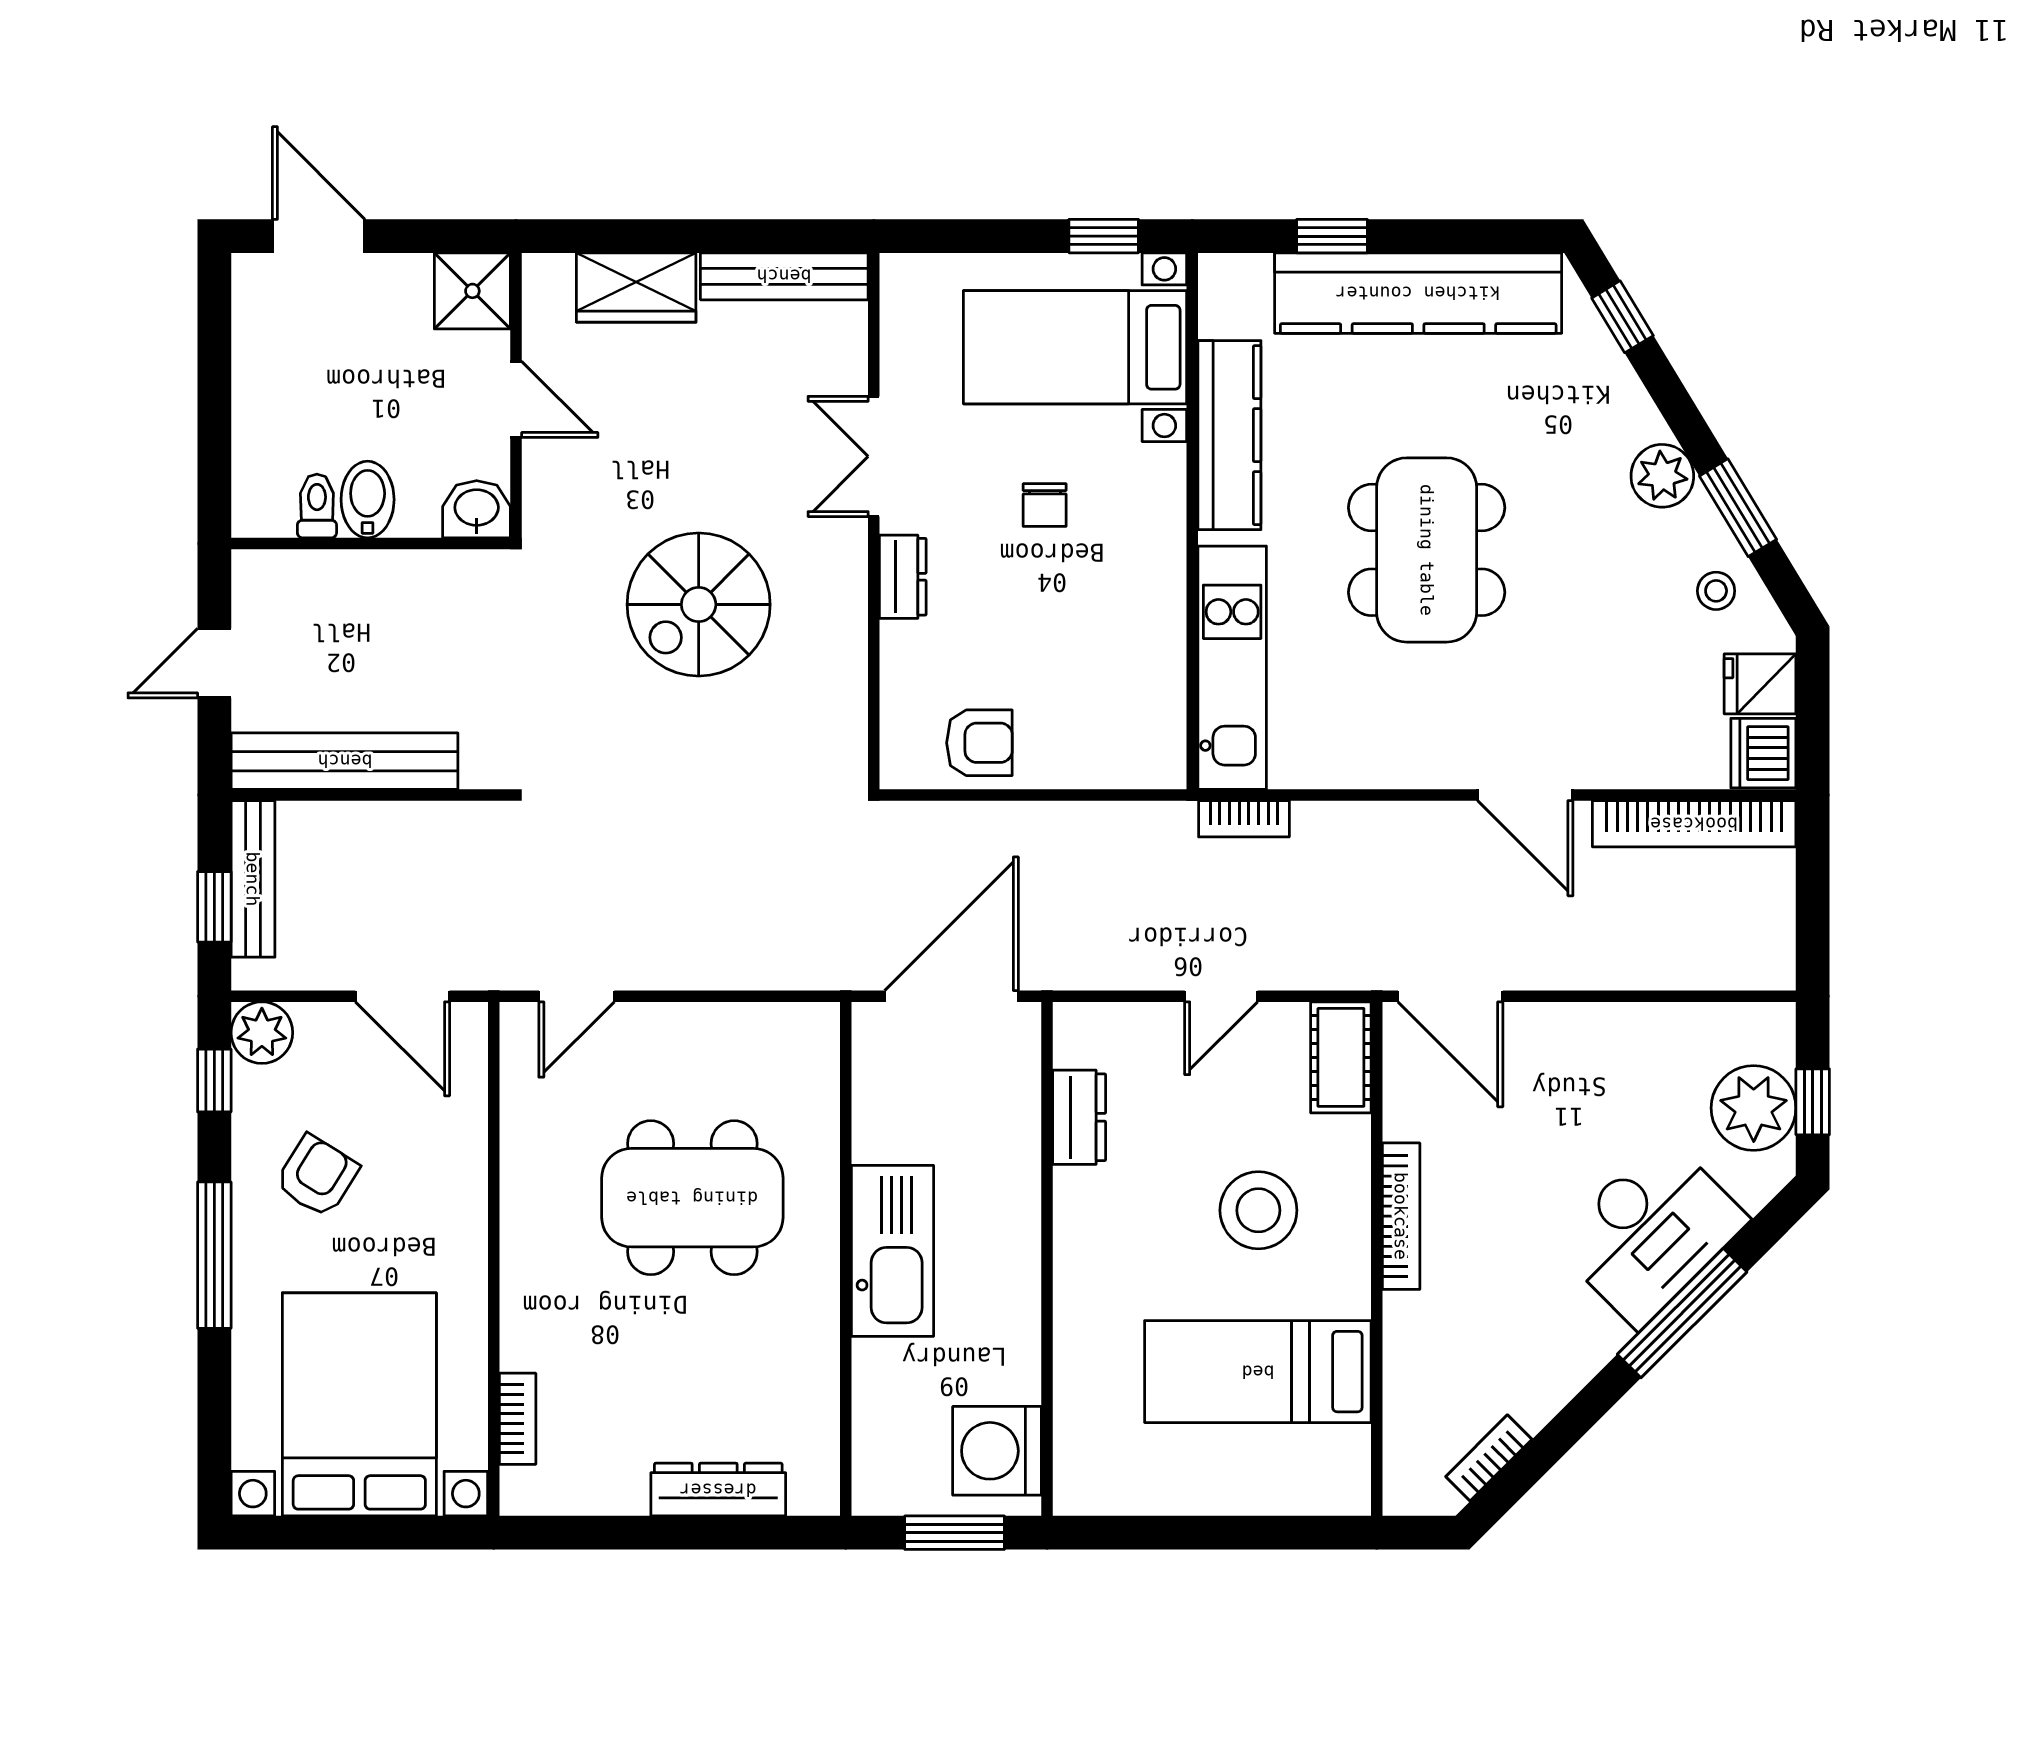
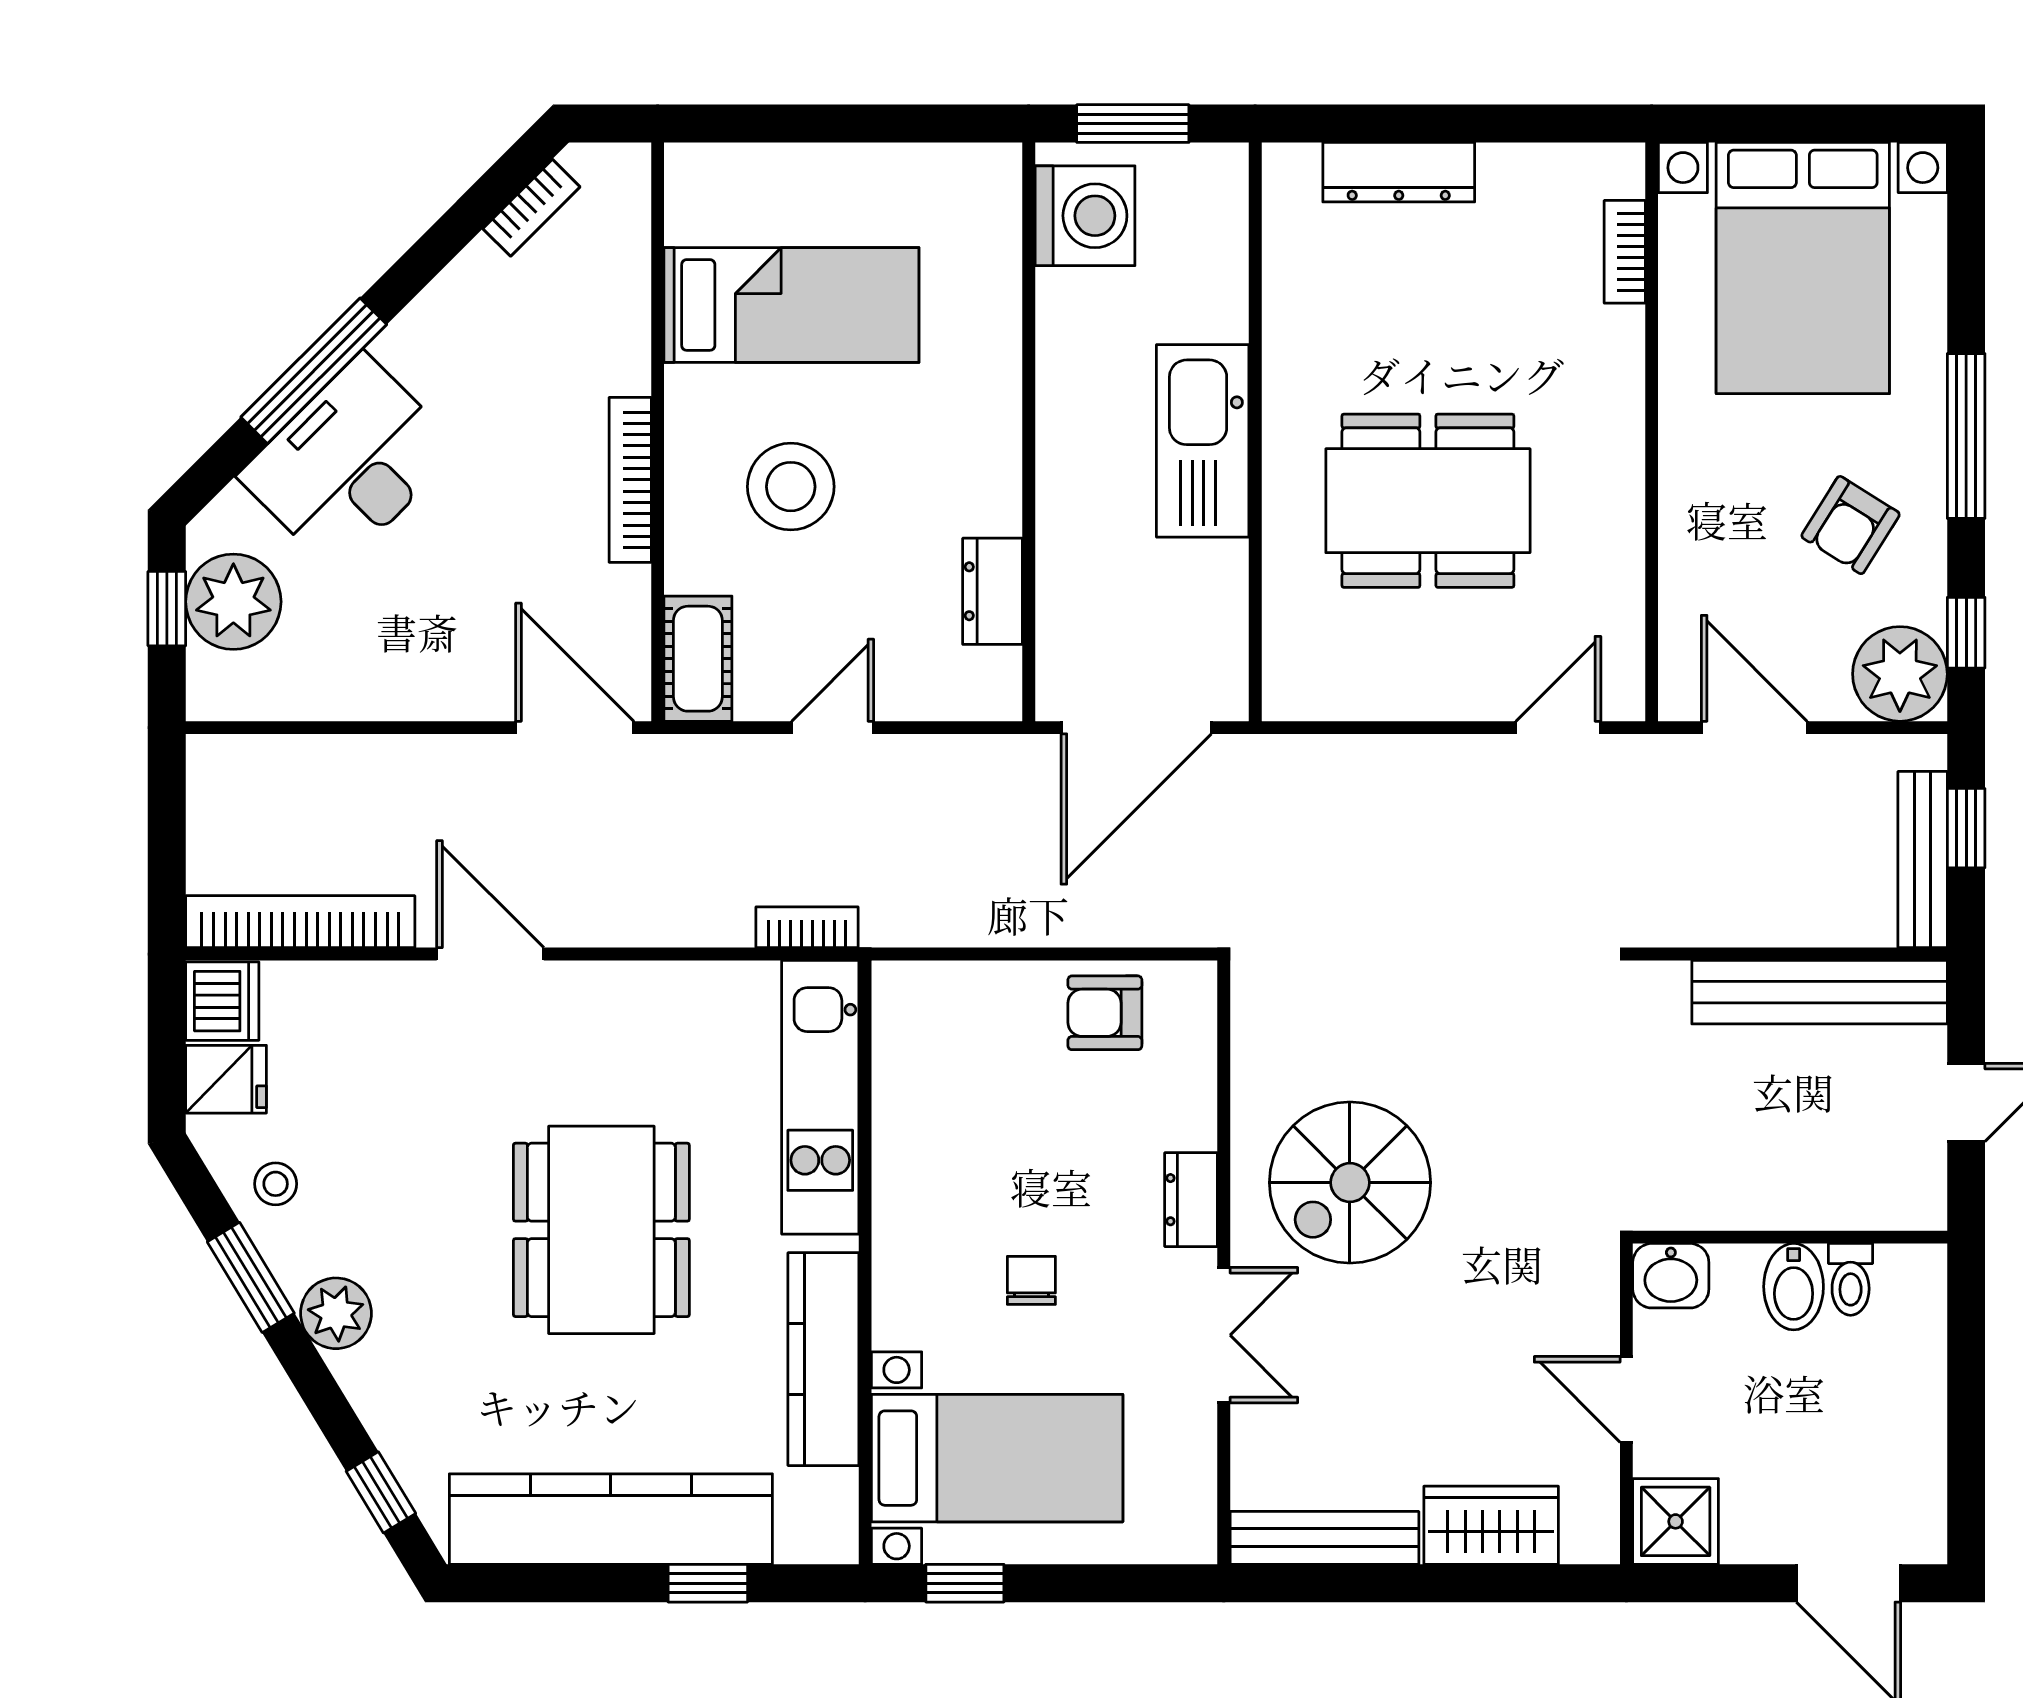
spiral stairs: (699, 605) -> (1350, 1183), moved, turned 180
plant: (262, 1033) -> (1900, 674), width x1.36, depth x1.36

